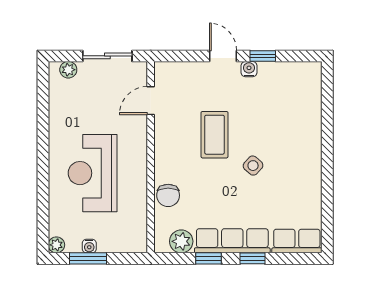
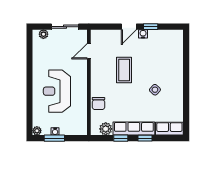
door: (223, 56) -> (129, 27), swing flipped
side table: (253, 166) -> (155, 90), moved

